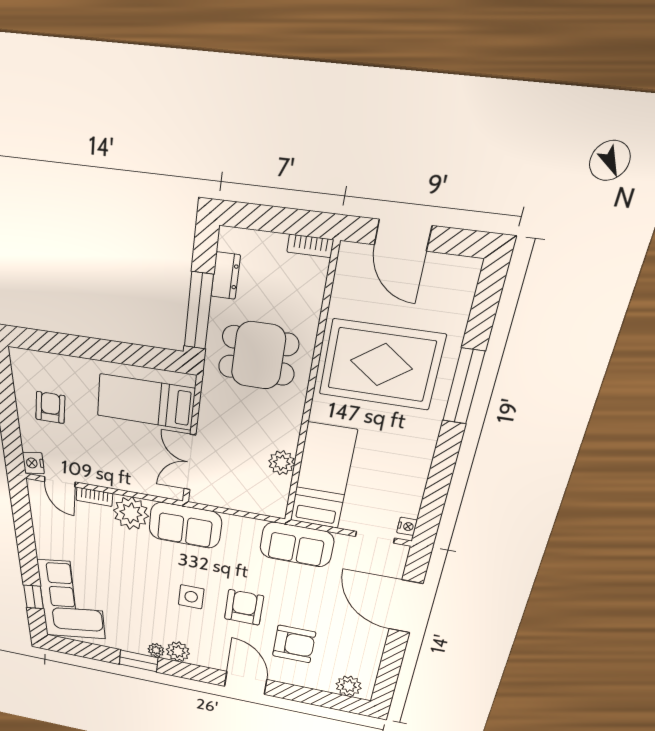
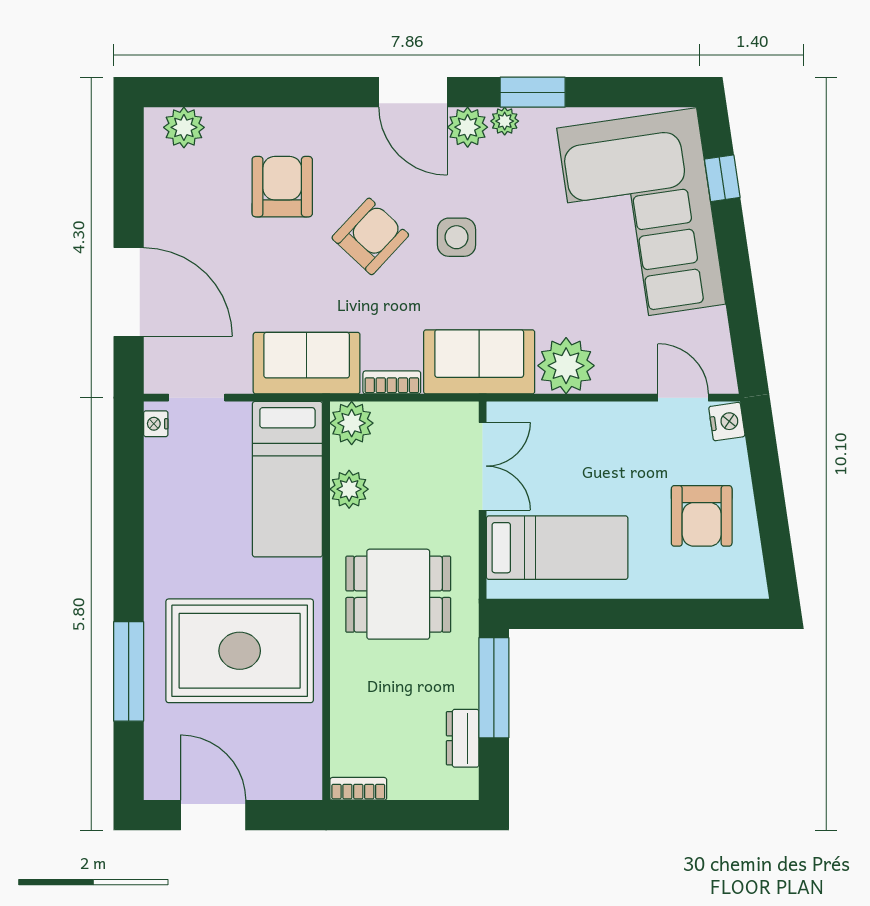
door: (403, 235) -> (213, 815), moved
dining table: (258, 355) -> (398, 594), moved
window: (464, 386) -> (129, 671), moved
armchair: (50, 407) -> (702, 516), width x1.38, depth x1.38
bookcase: (94, 497) -> (392, 382), moved
plant: (273, 504) -> (352, 423), added
corner sofa: (71, 600) -> (641, 216), width x1.36, depth x1.36
armchair: (244, 607) -> (370, 236), turned -137
armchair: (294, 644) -> (282, 187), turned 90
door: (246, 683) -> (413, 92), moved

